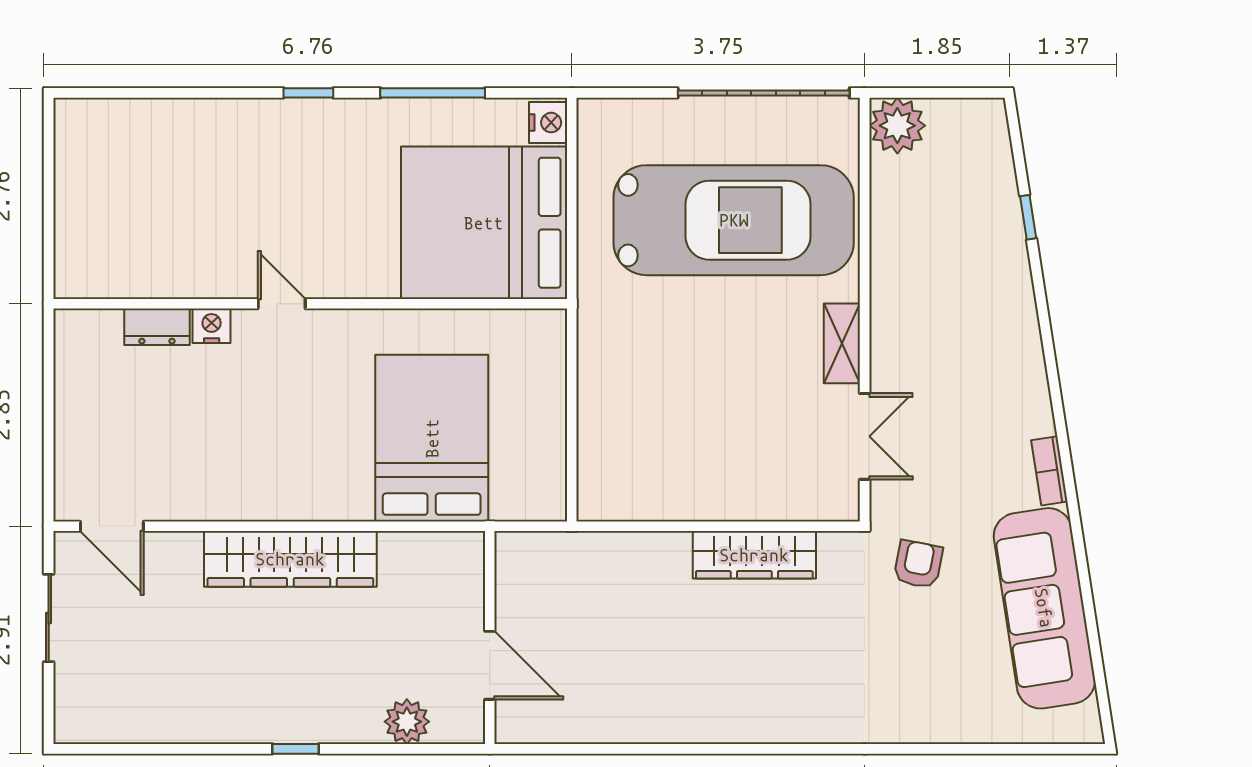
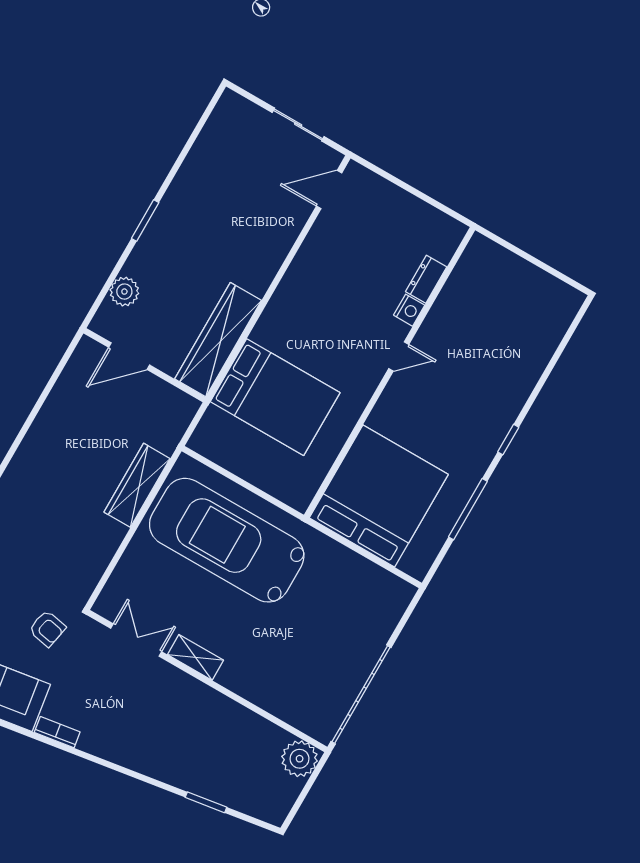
nightstand: (548, 123) -> (414, 564), removed
window: (1028, 217) -> (206, 802), width x1.50
car: (734, 220) -> (227, 540), moved, turned 90
double door: (865, 436) -> (136, 640), swing flipped
wardrobe: (754, 555) -> (137, 485), moved
wardrobe: (290, 559) -> (218, 340), moved
window: (296, 749) -> (145, 220), width x1.50

